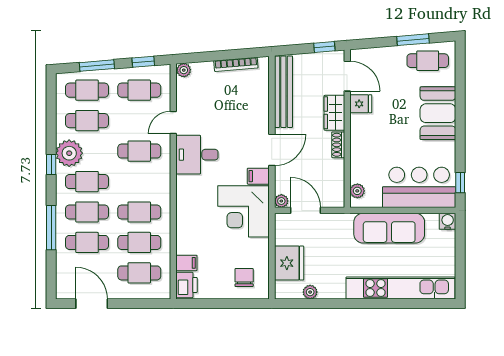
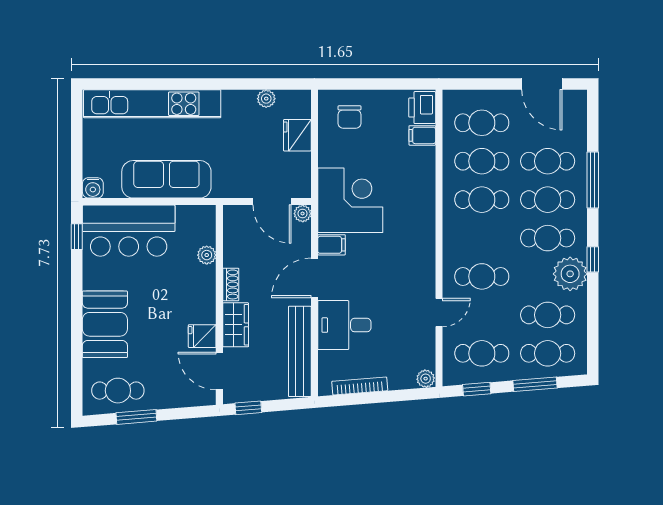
desk: (197, 155) -> (344, 325), moved, turned 180
plant: (357, 191) -> (207, 255), moved
fridge: (289, 263) -> (297, 135), width x0.73, depth x0.75

